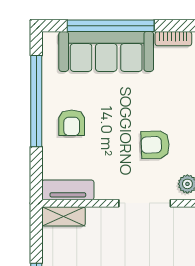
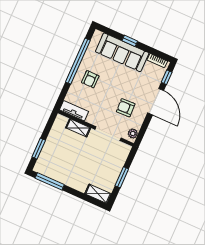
window: (111, 26) -> (130, 41), width x0.32
shelving: (64, 216) -> (78, 128), moved

